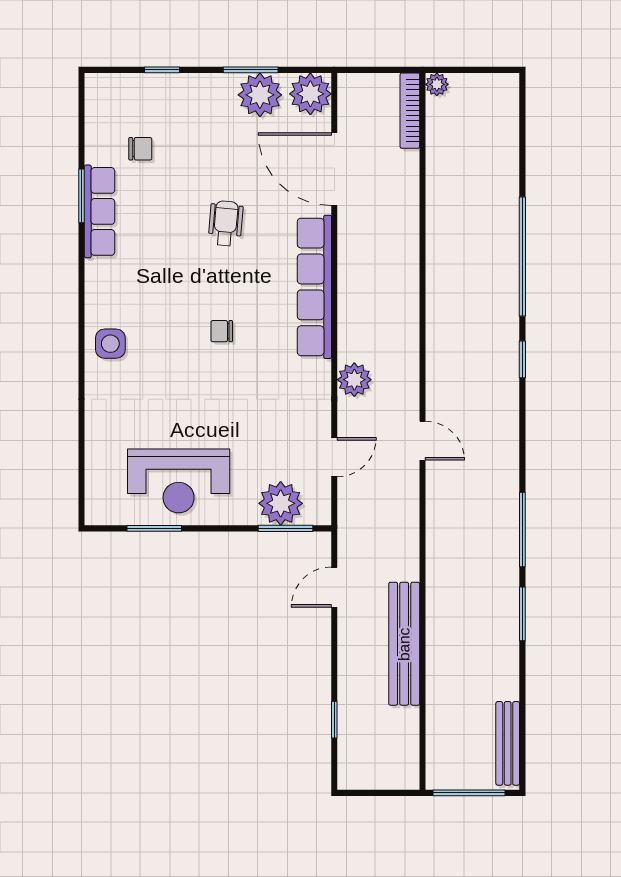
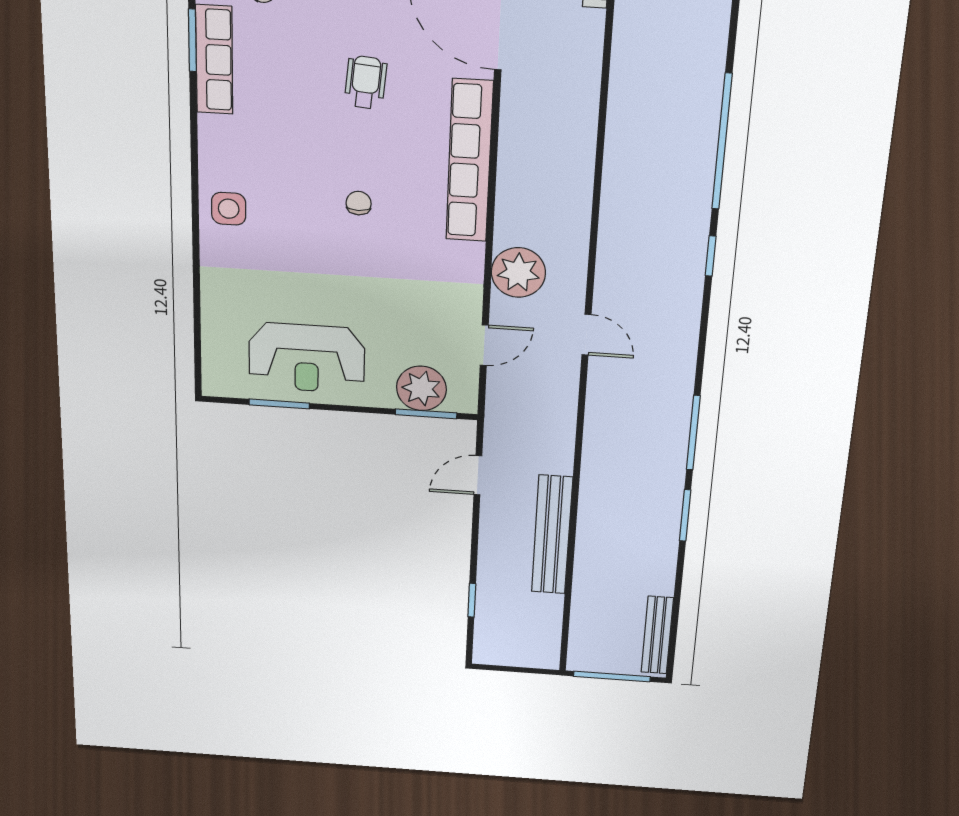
chair: (222, 331) -> (359, 203), turned 90
plant: (354, 380) -> (518, 272), width x1.36, depth x1.36

